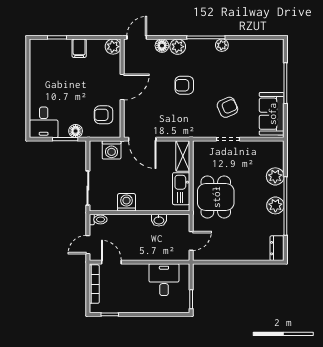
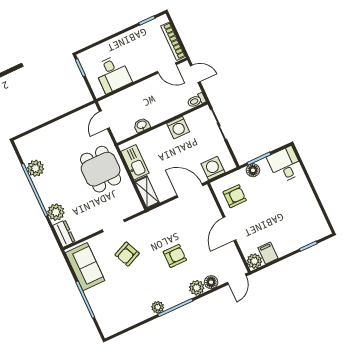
filing cabinet: (79, 48) -> (268, 253), moved
plant: (275, 205) -> (36, 168), moved
door: (88, 245) -> (195, 74), hinge flipped
dresser: (277, 248) -> (64, 234), moved

